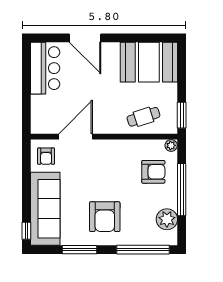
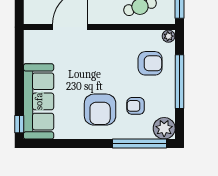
armchair: (46, 156) -> (136, 106), moved, turned 90
plant: (167, 219) -> (164, 128), moved
window: (80, 250) -> (74, 144), removed

